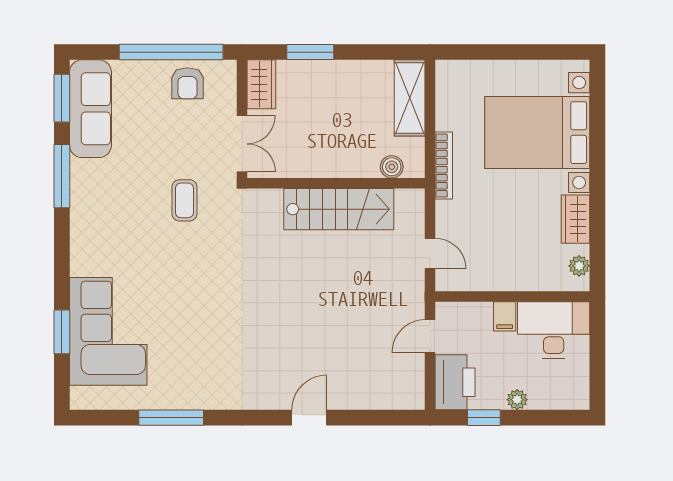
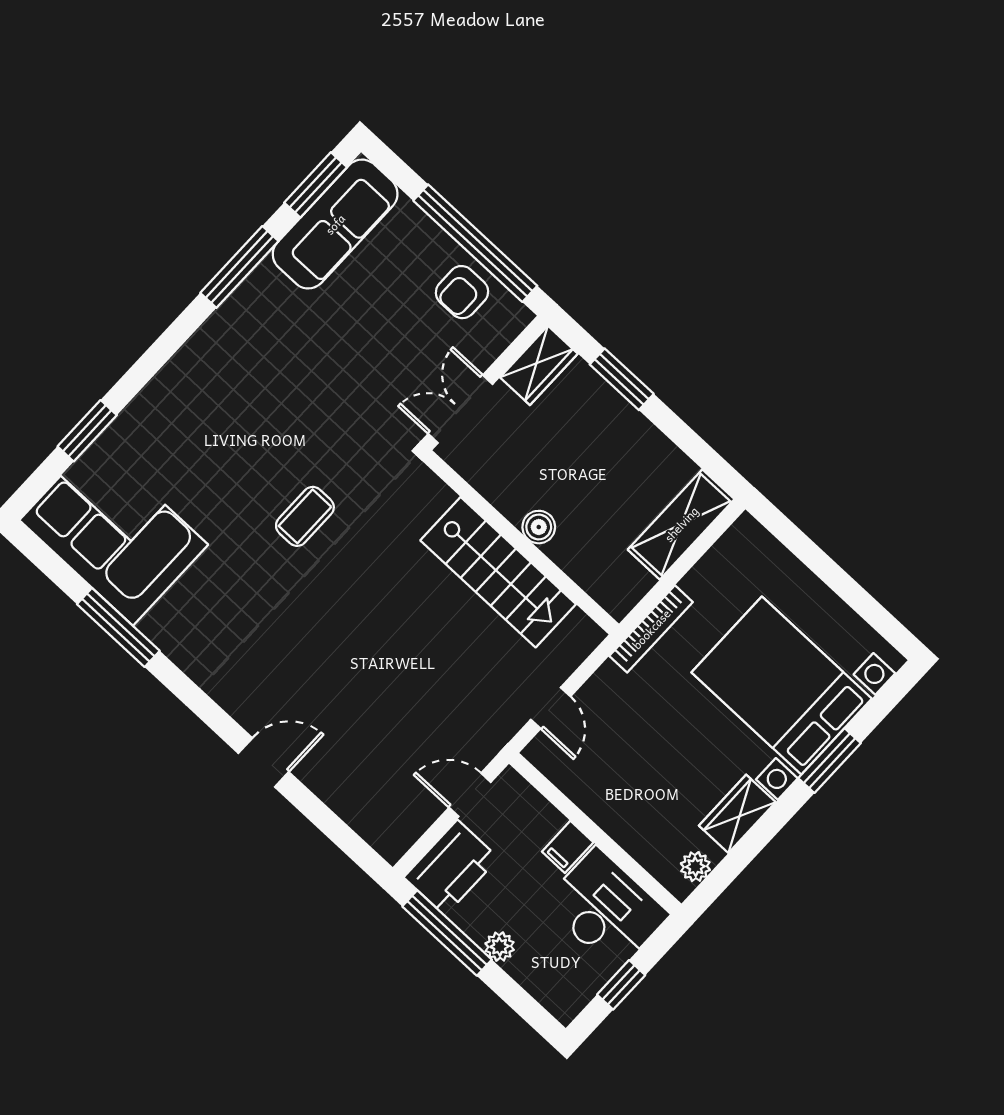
double door: (242, 144) -> (460, 409), swing flipped
window: (597, 148) -> (830, 761), added
boiler: (392, 167) -> (539, 527), moved
coffee table: (184, 200) -> (305, 516), moved
corner sofa: (108, 331) -> (114, 532), moved, turned -90
window: (597, 361) -> (621, 985), added
window: (484, 418) -> (447, 933), width x2.17

